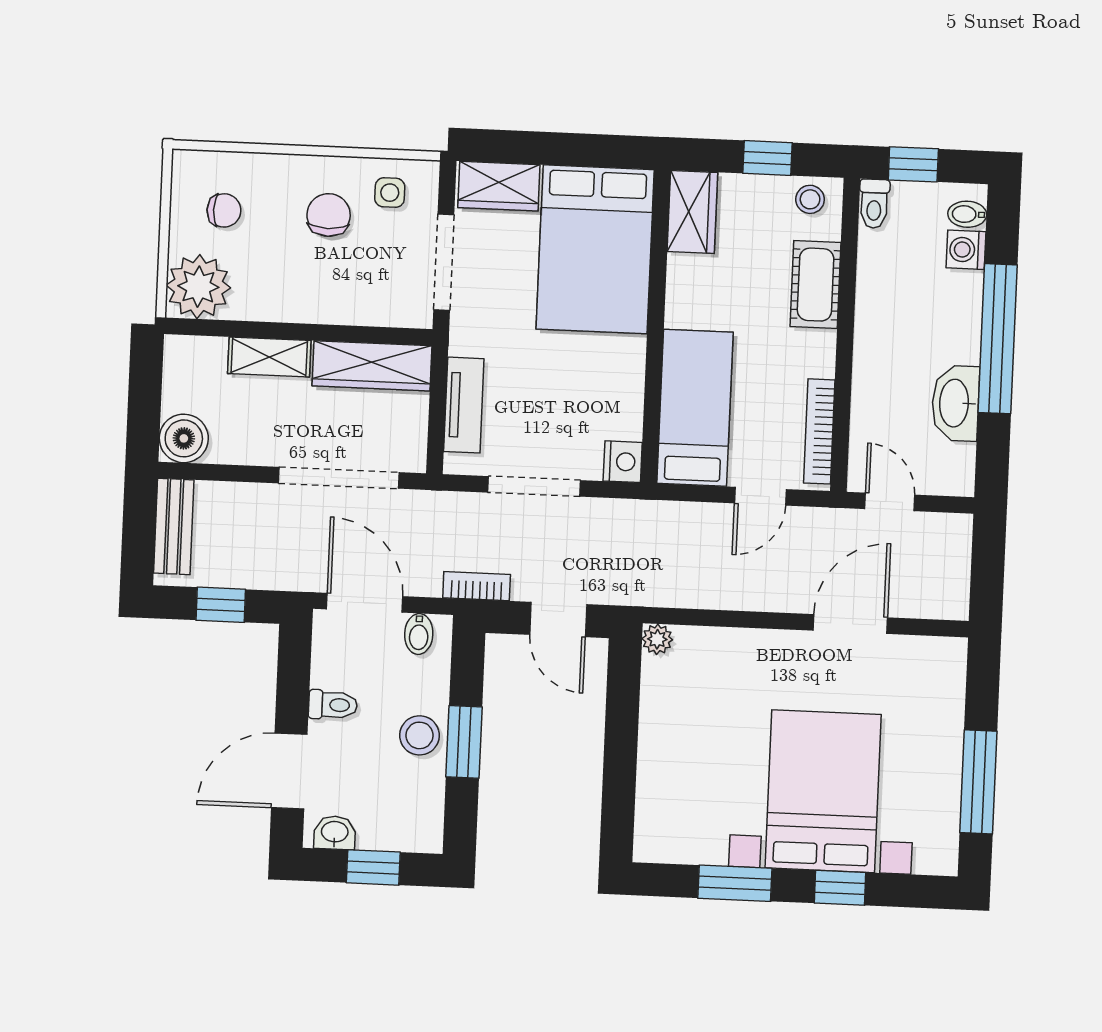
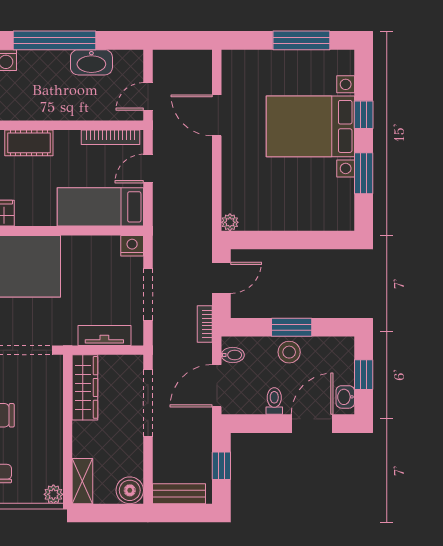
plant: (198, 287) -> (53, 494), width x0.53, depth x0.53
shelving: (269, 357) -> (82, 481), moved
door: (760, 496) -> (148, 168), swing flipped
door: (289, 771) -> (312, 424), swing flipped

